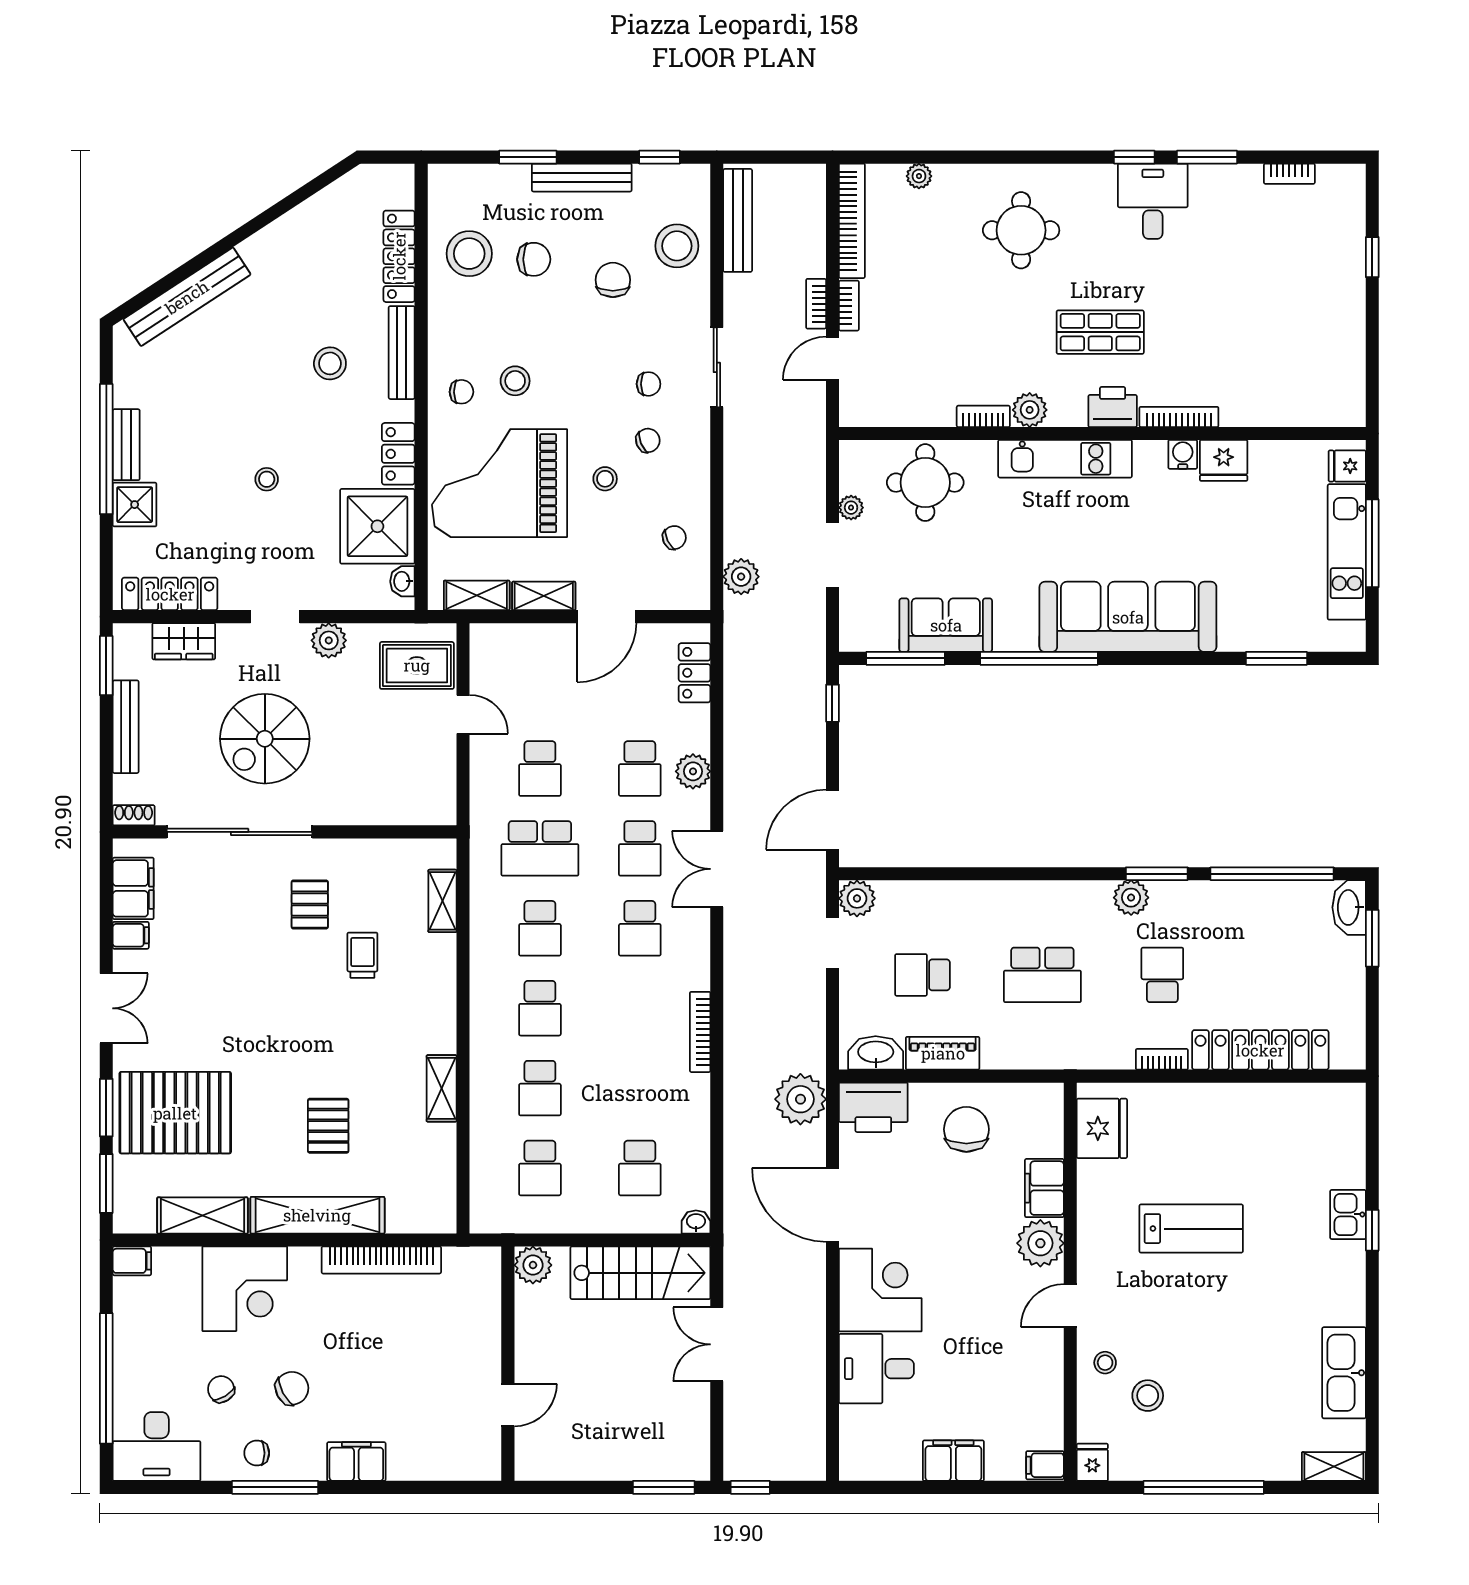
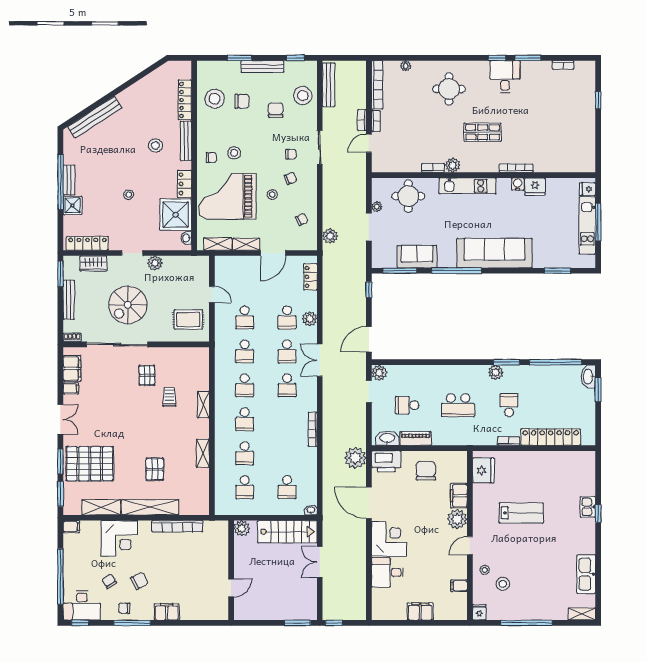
printer: (1113, 407) -> (488, 164), removed
rug: (417, 665) -> (188, 320), moved
school desk: (540, 848) -> (245, 351), width x0.54
shelving: (442, 901) -> (203, 405), moved
filing cabinet: (1045, 1465) -> (459, 586), moved
window: (153, 1487) -> (80, 623), added

